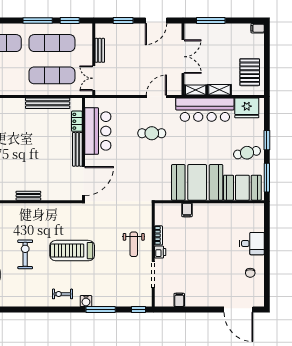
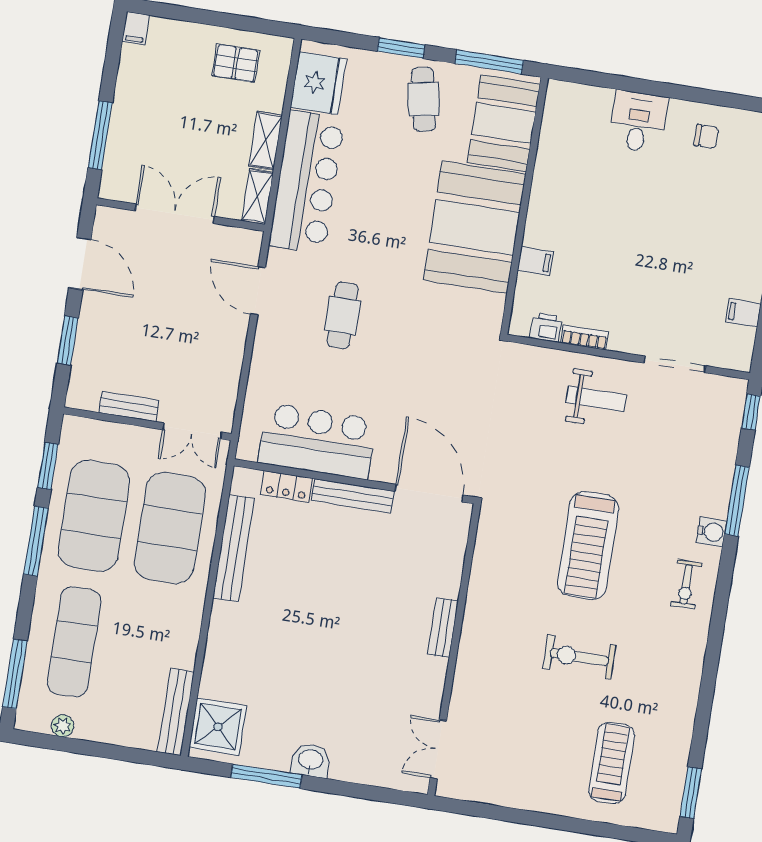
exercise mat: (52, 43) -> (94, 516), width x1.47
pallet: (250, 72) -> (236, 63), width x0.67, depth x0.71
exercise mat: (52, 75) -> (170, 528), width x1.47
printer: (160, 252) -> (546, 327), moved

